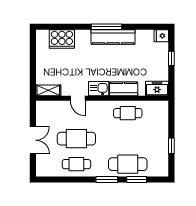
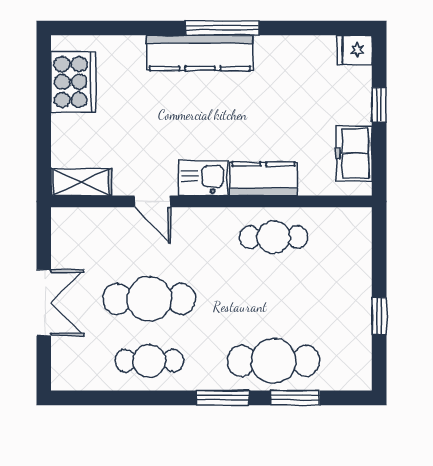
kitchen counter: (113, 37) -> (200, 53), moved
cooker: (62, 39) -> (73, 82), moved, turned -90
freezer: (157, 89) -> (354, 153), moved, turned -90

